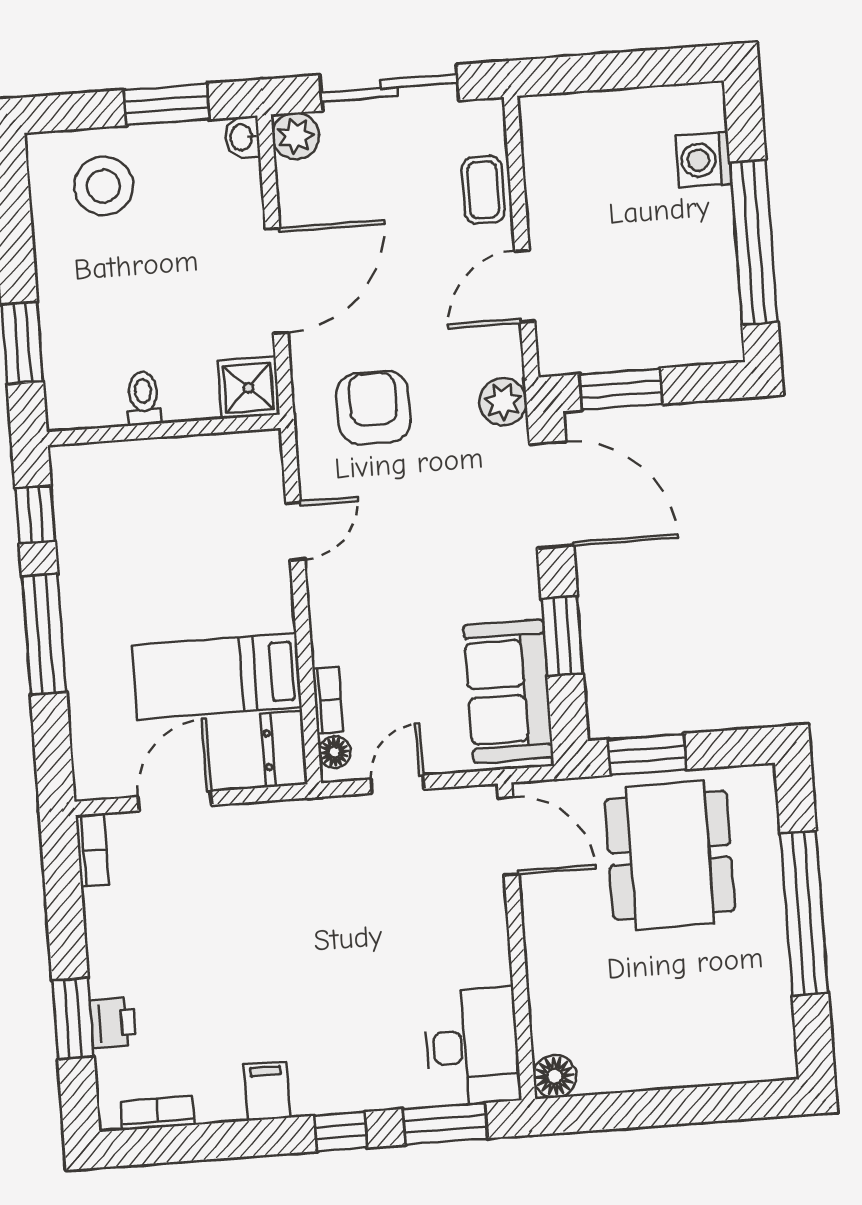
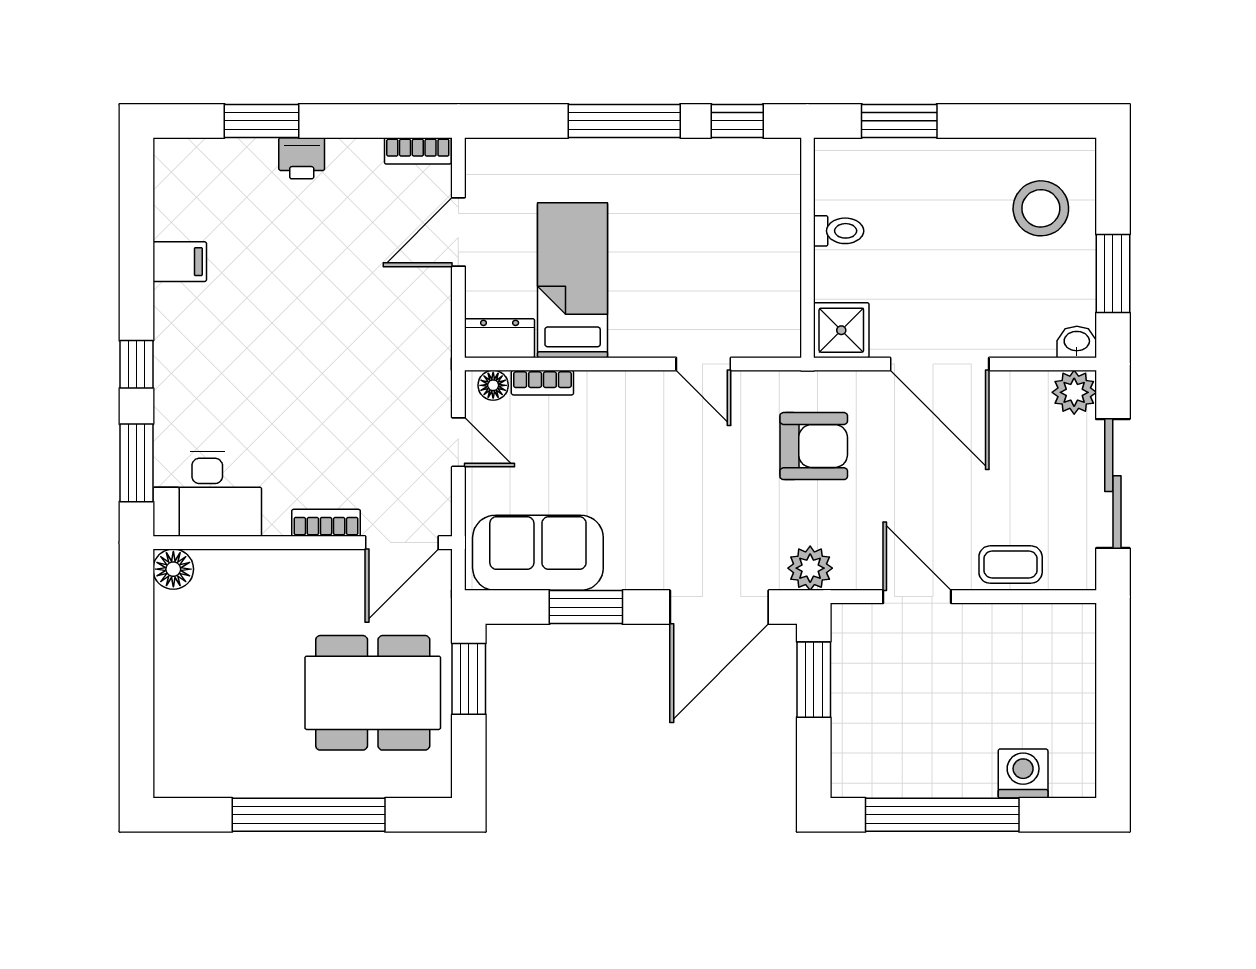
door: (175, 801) -> (458, 232), swing flipped
printer: (113, 1023) -> (302, 158), moved
filing cabinet: (267, 1091) -> (180, 262), moved
bookcase: (157, 1113) -> (326, 523), moved, turned -90

